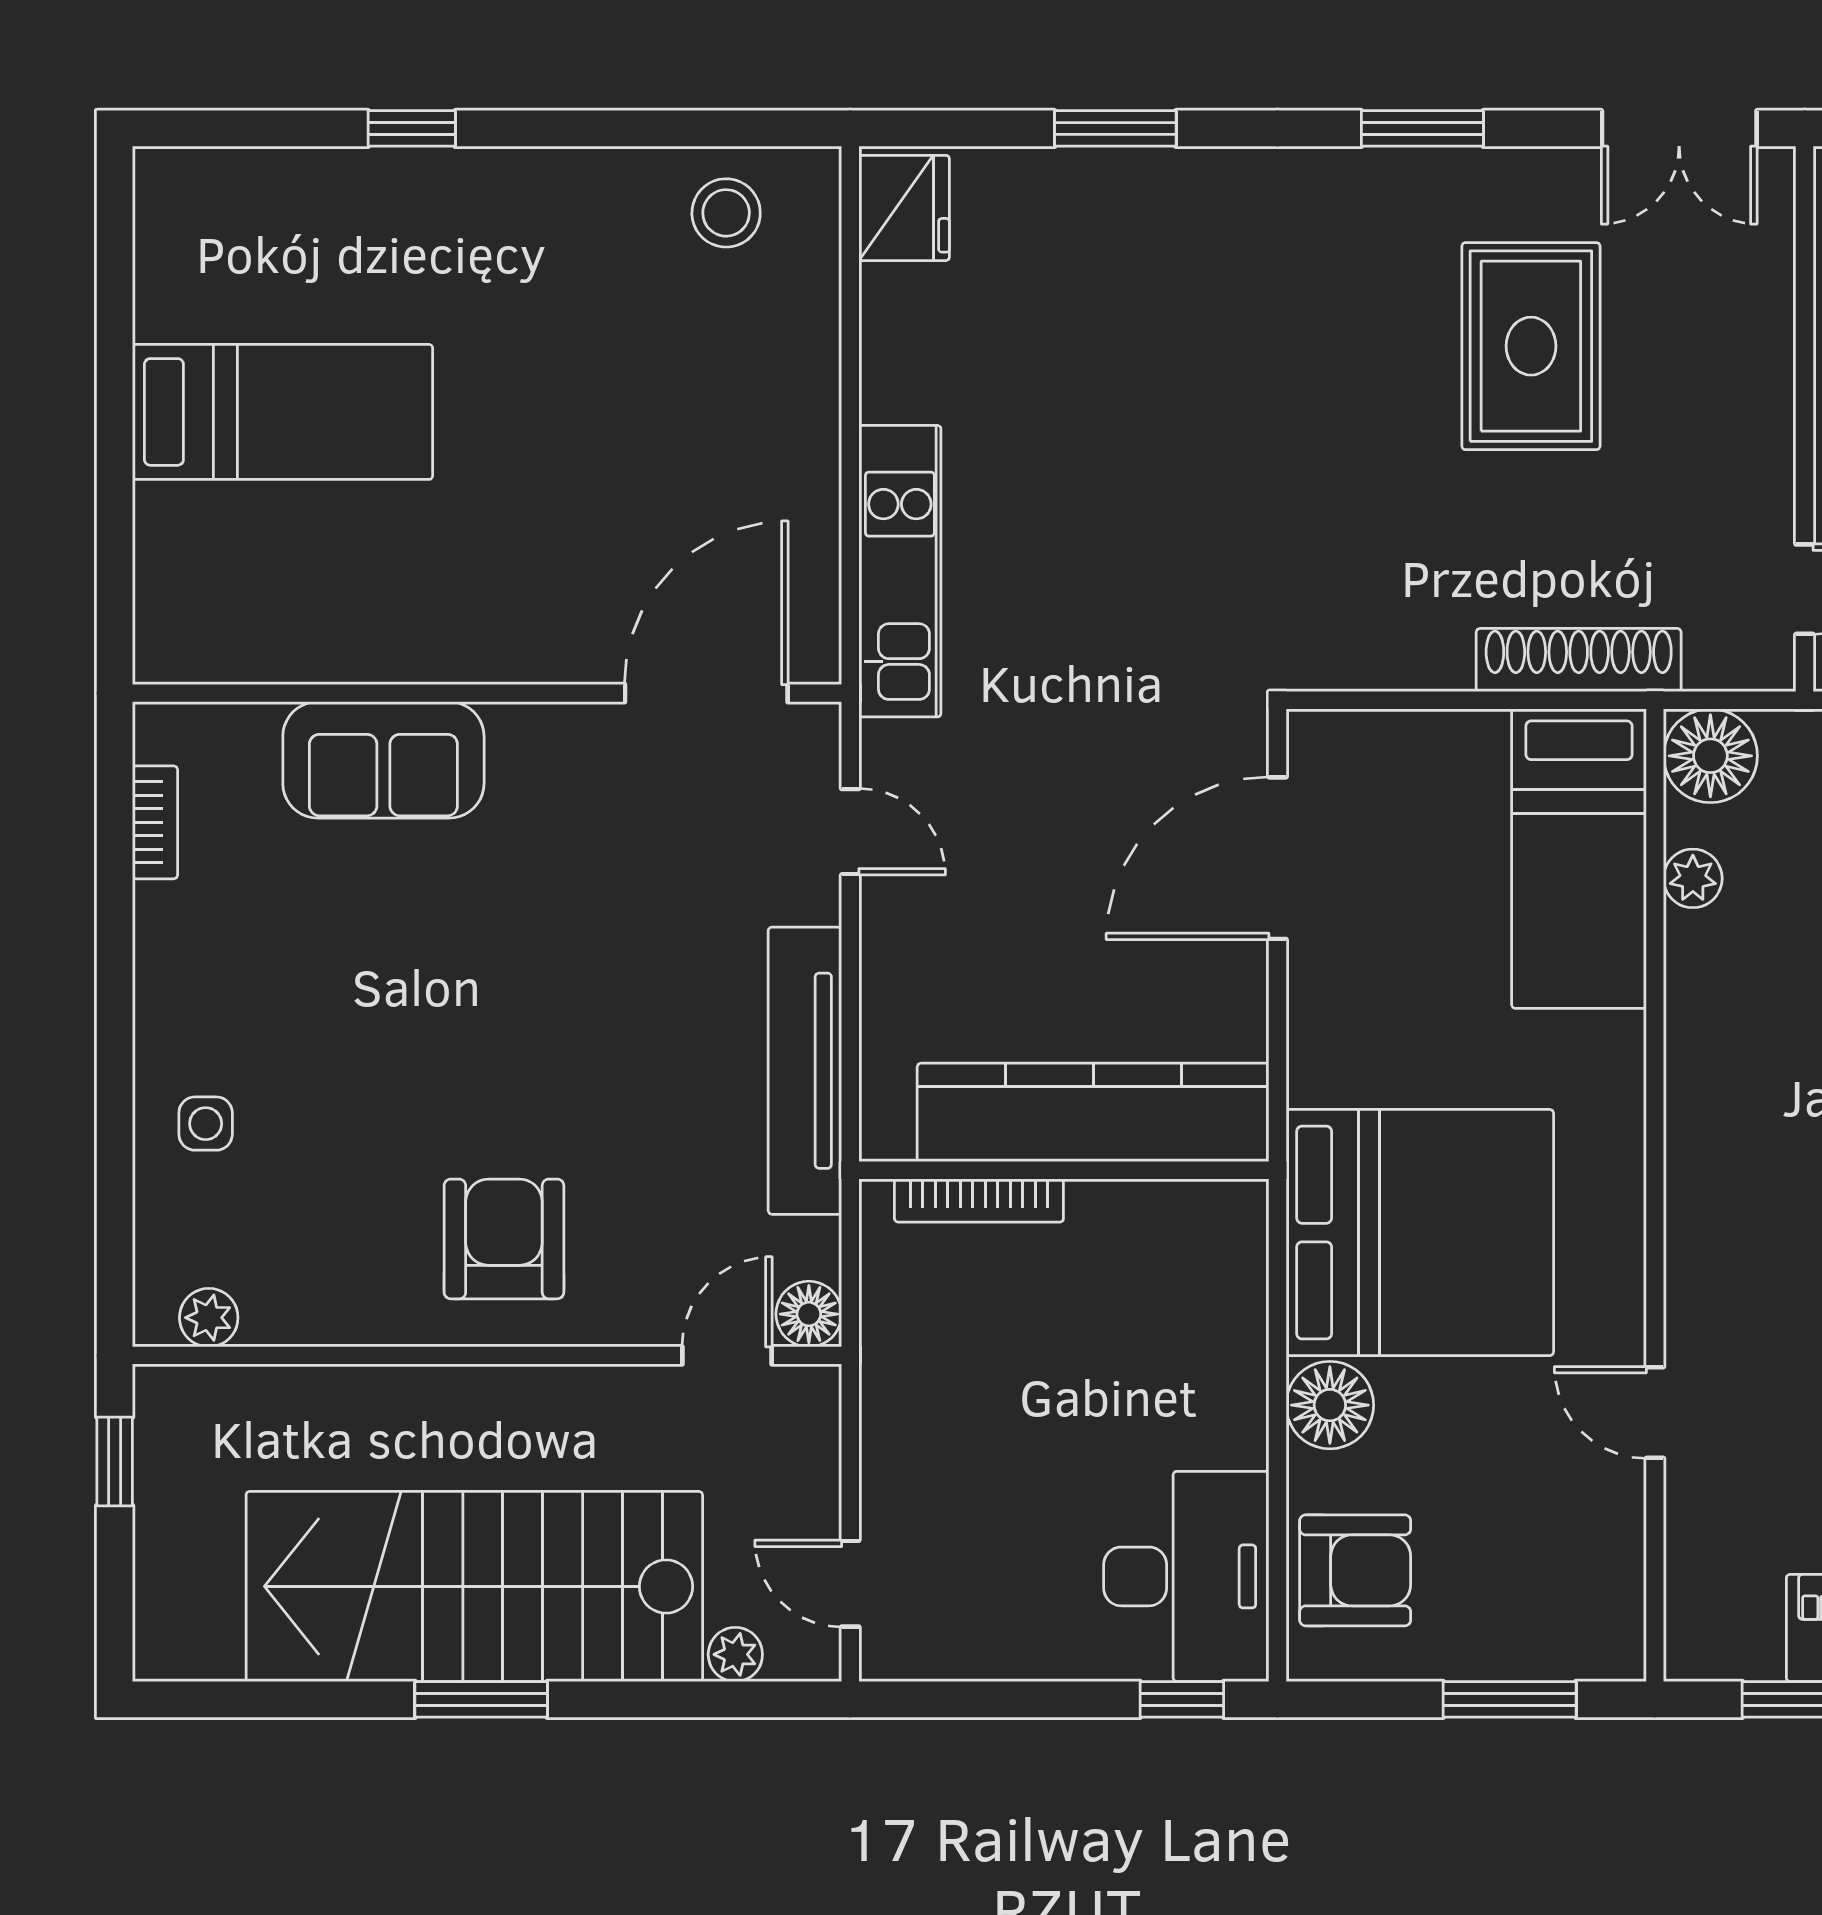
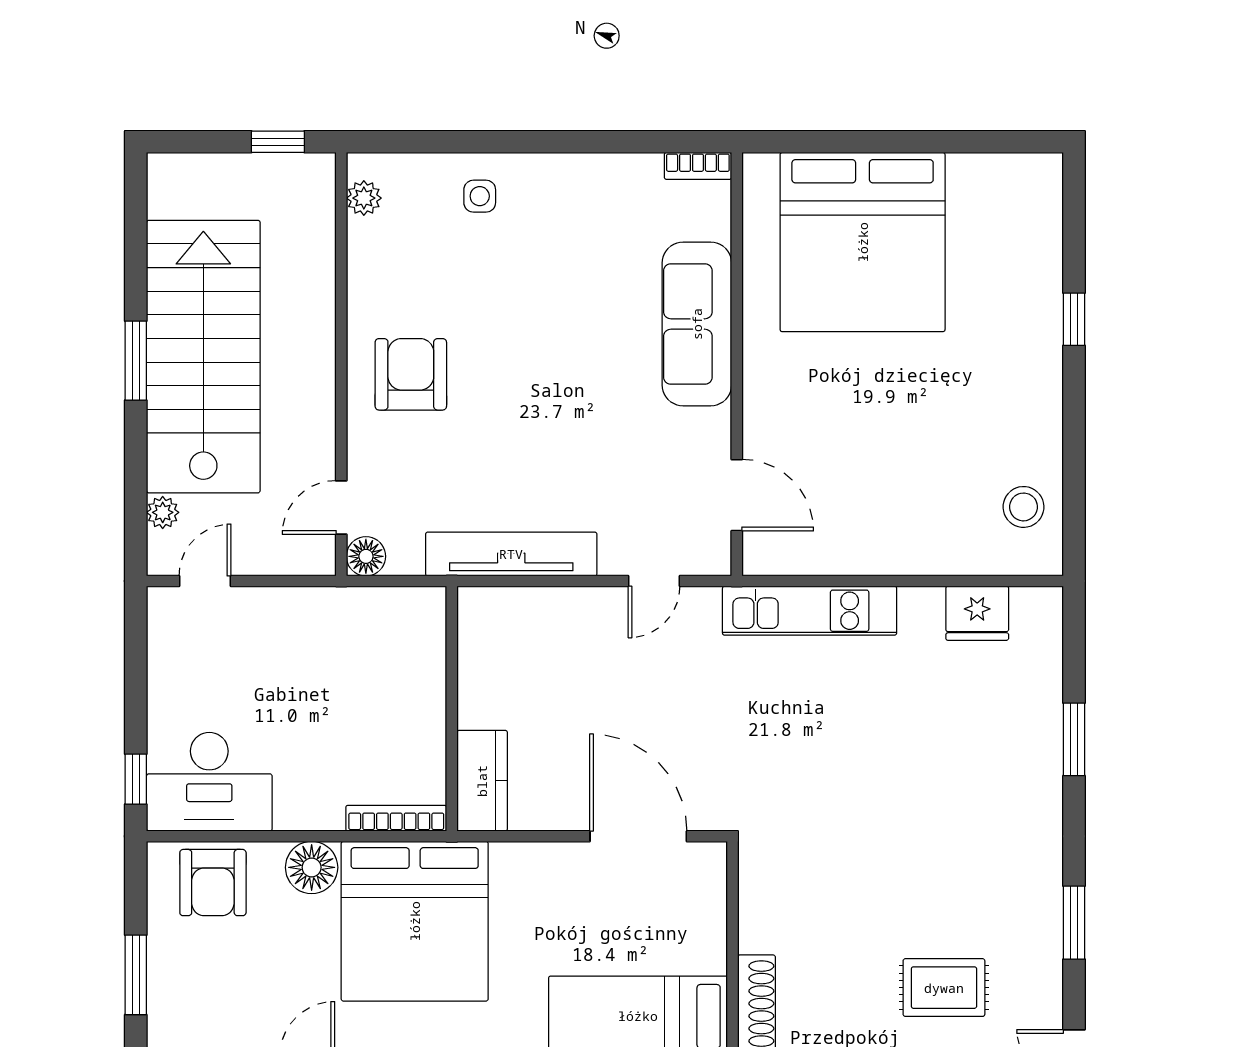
fridge: (904, 208) -> (977, 613), moved
rug: (1531, 346) -> (944, 988), width x0.73, depth x0.70
bed: (283, 412) -> (863, 242), width x2.04
door: (706, 693) -> (737, 495), width x0.73
sofa: (383, 760) -> (697, 324), width x1.36
bookcase: (155, 822) -> (698, 166), moved
kitchen counter: (1093, 1112) -> (482, 781), width x0.48, depth x0.86
bookcase: (979, 1200) -> (396, 818), moved, turned 90
armchair: (504, 1239) -> (411, 374), turned -90
door: (727, 1355) -> (341, 508), swing flipped

